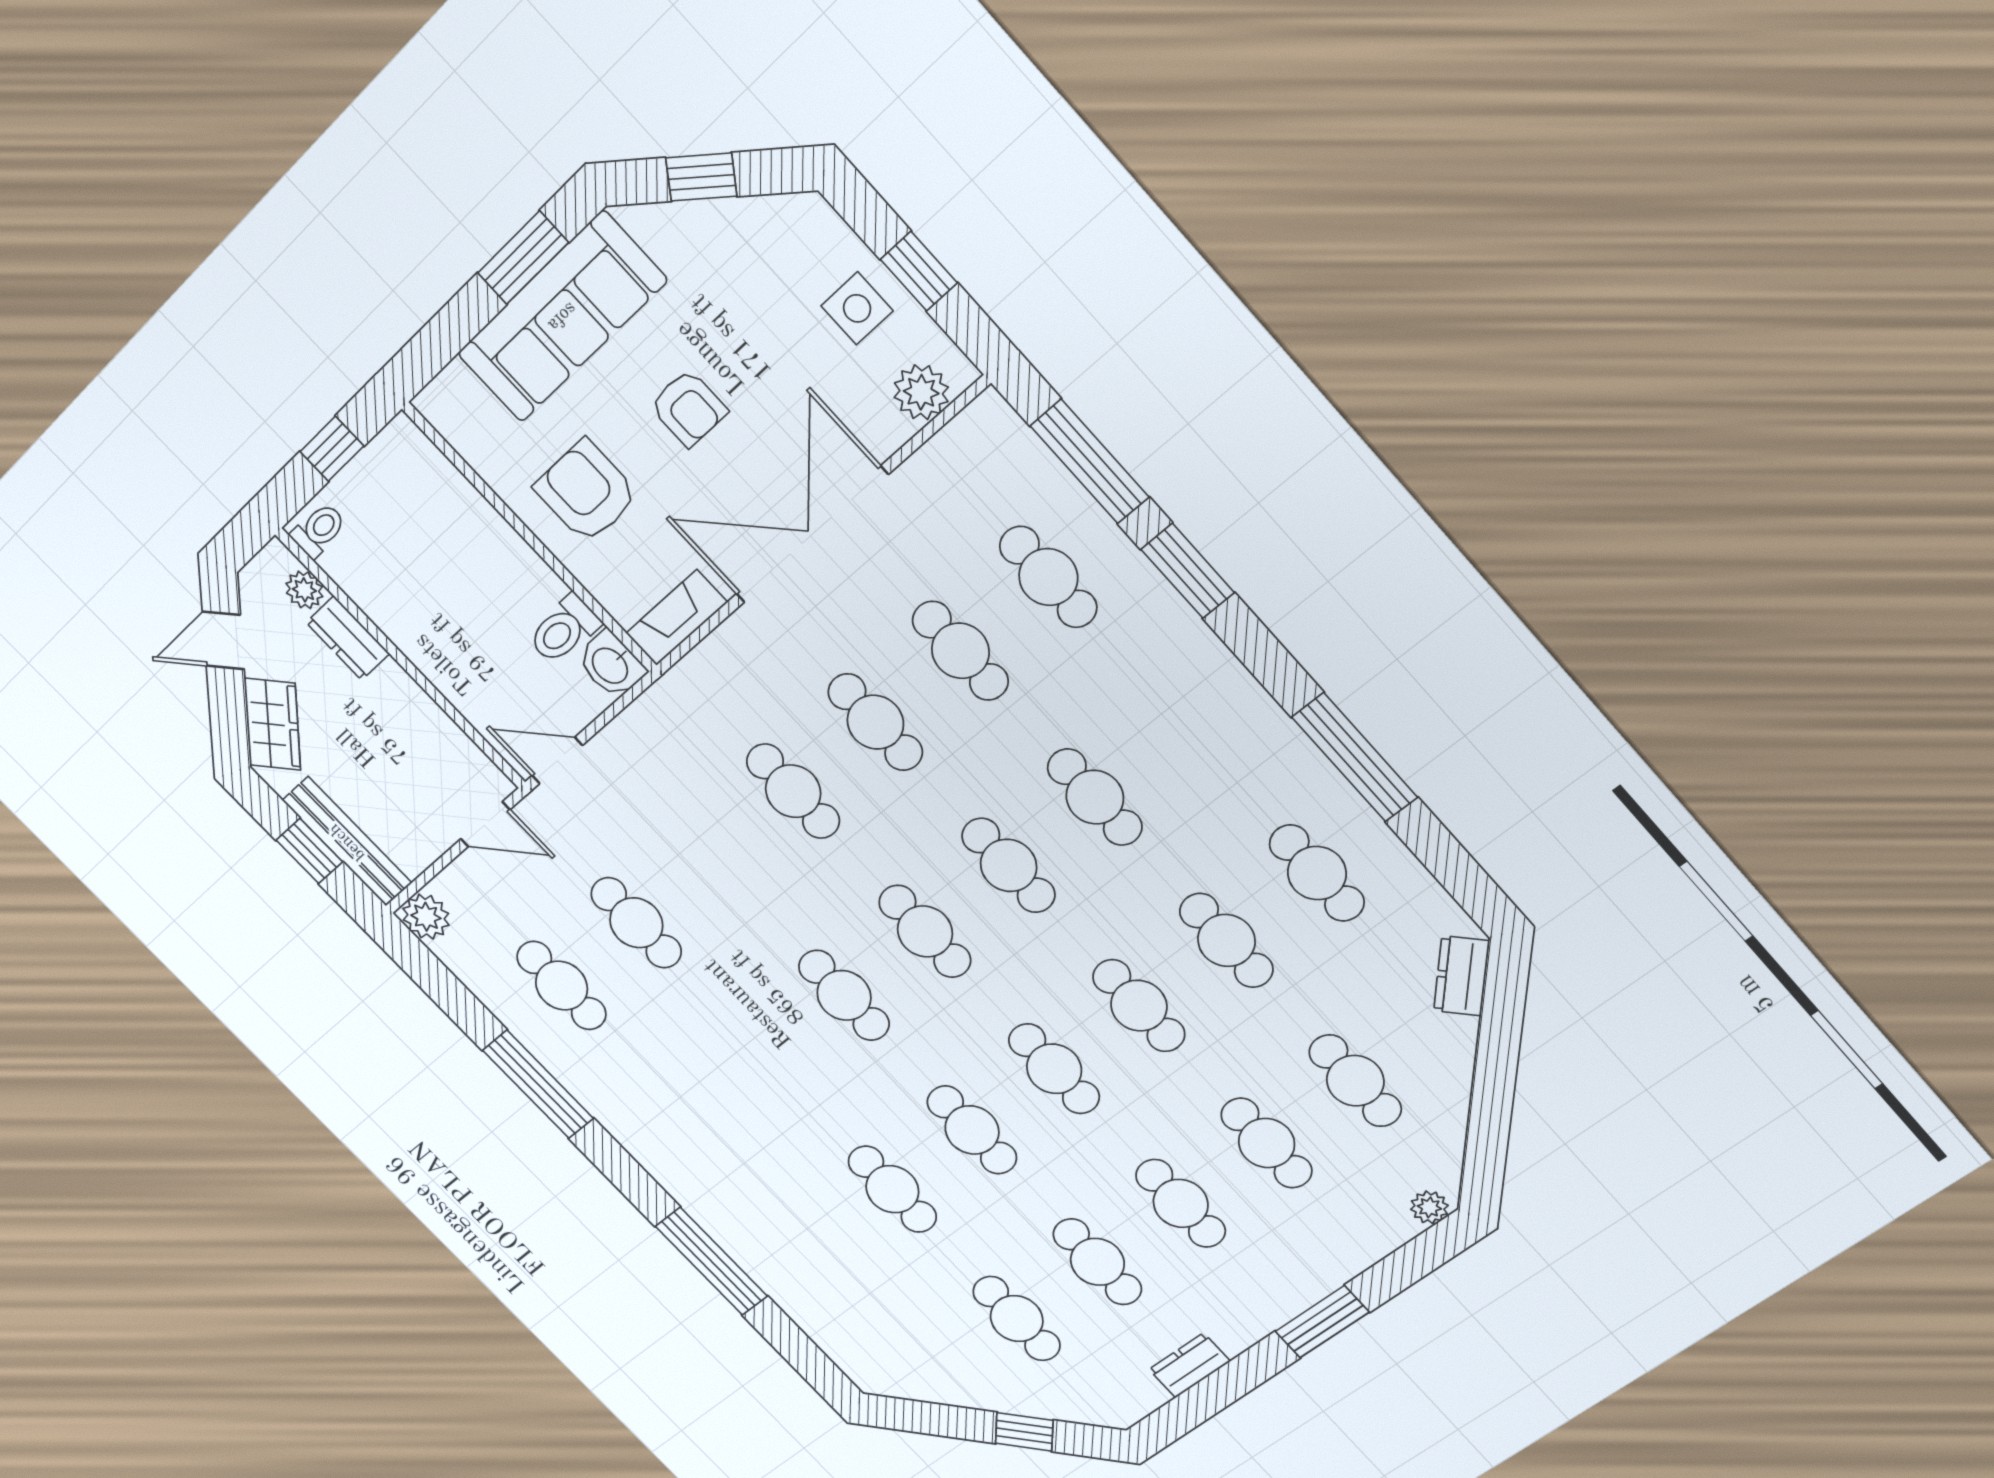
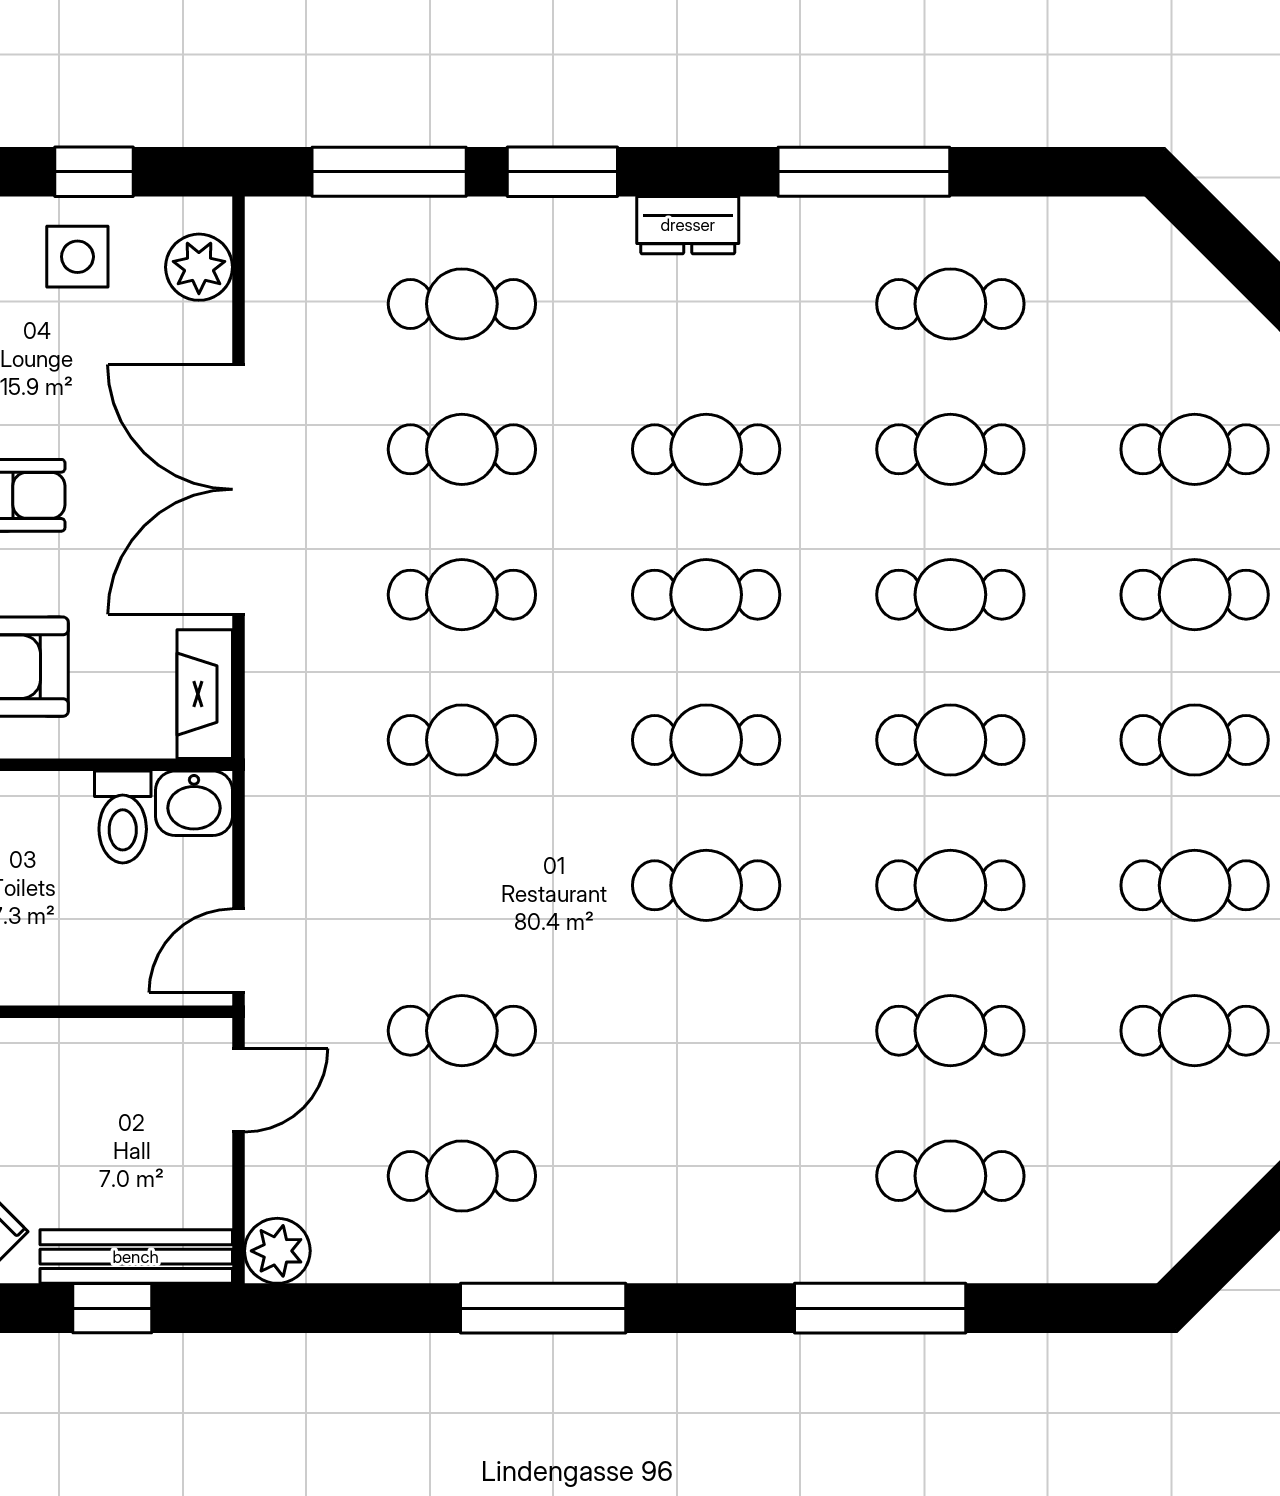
dresser: (1461, 976) -> (688, 225), moved, turned -45
cafe table: (815, 1247) -> (950, 1176), added

